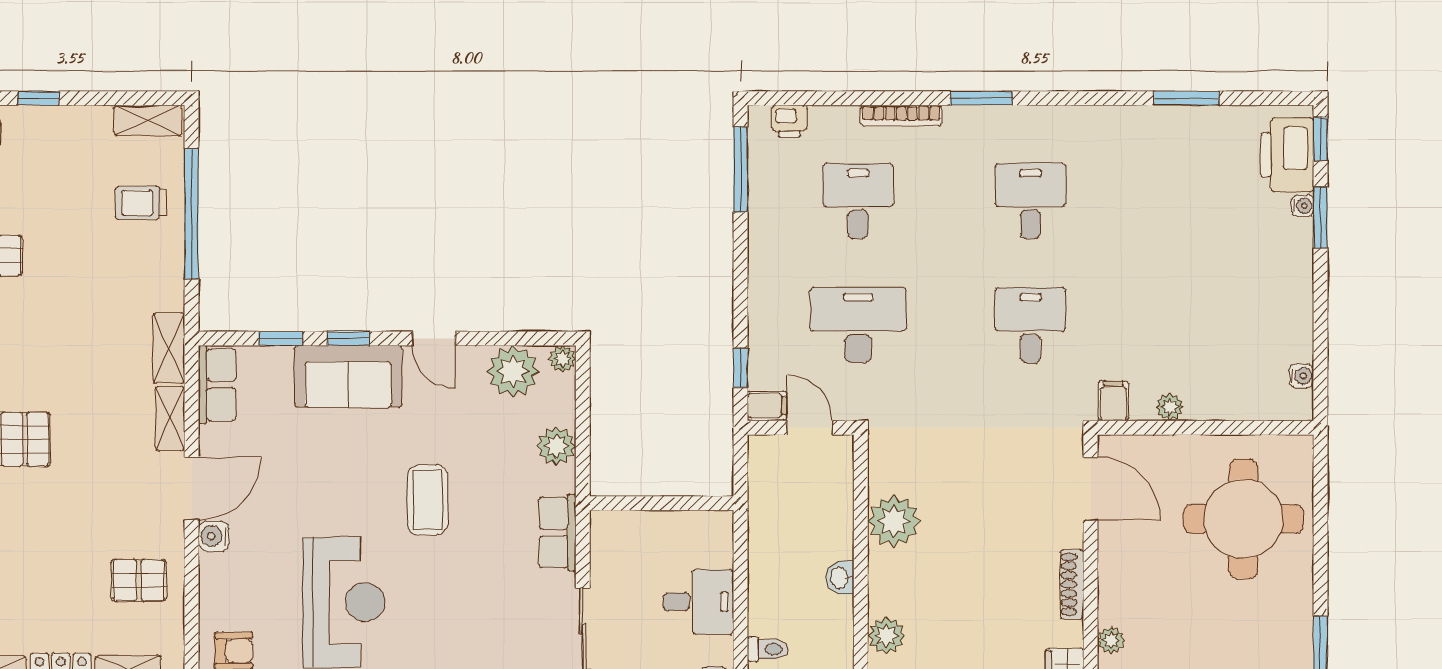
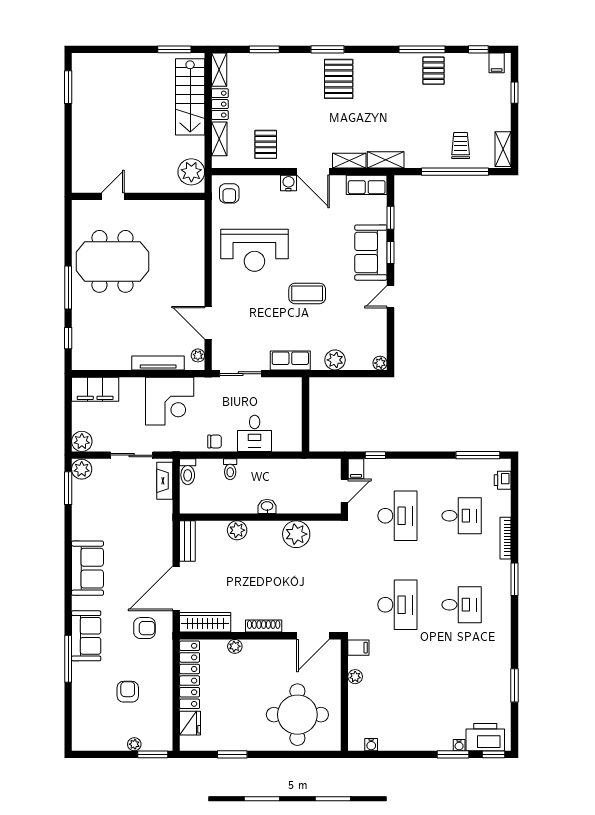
desk: (1030, 325) -> (397, 605), width x1.37
plant: (513, 371) -> (374, 338), removed

